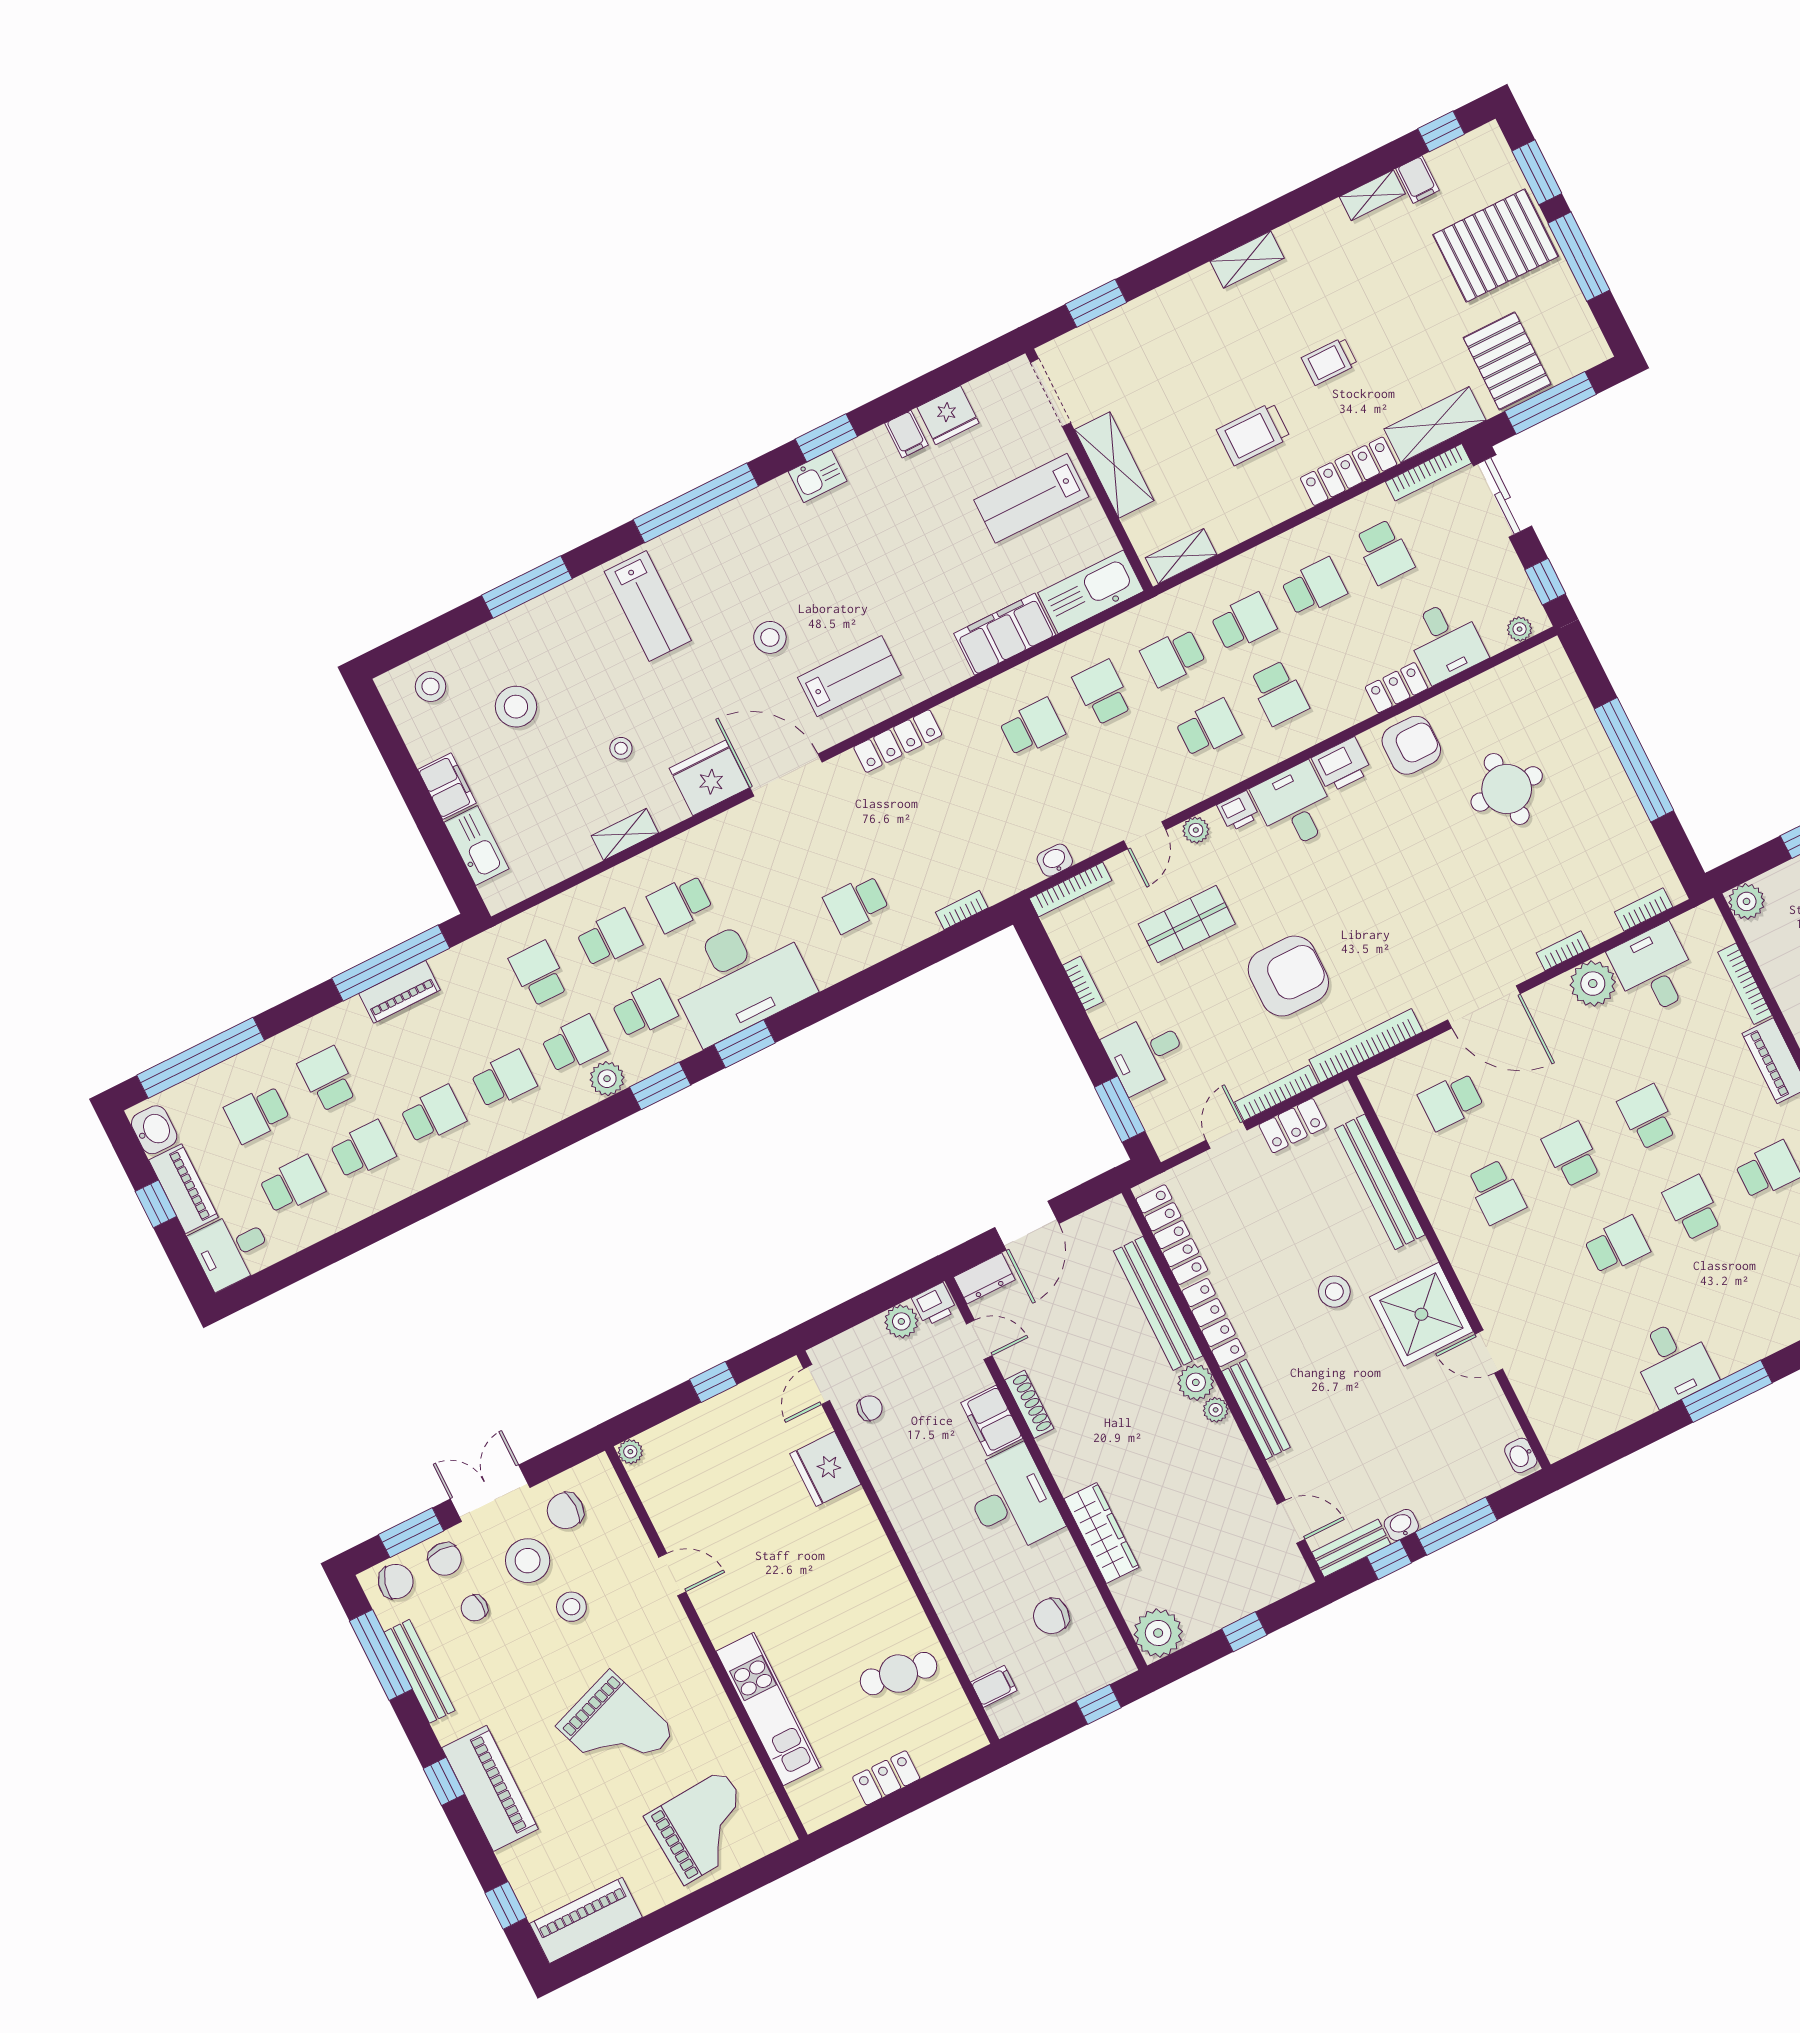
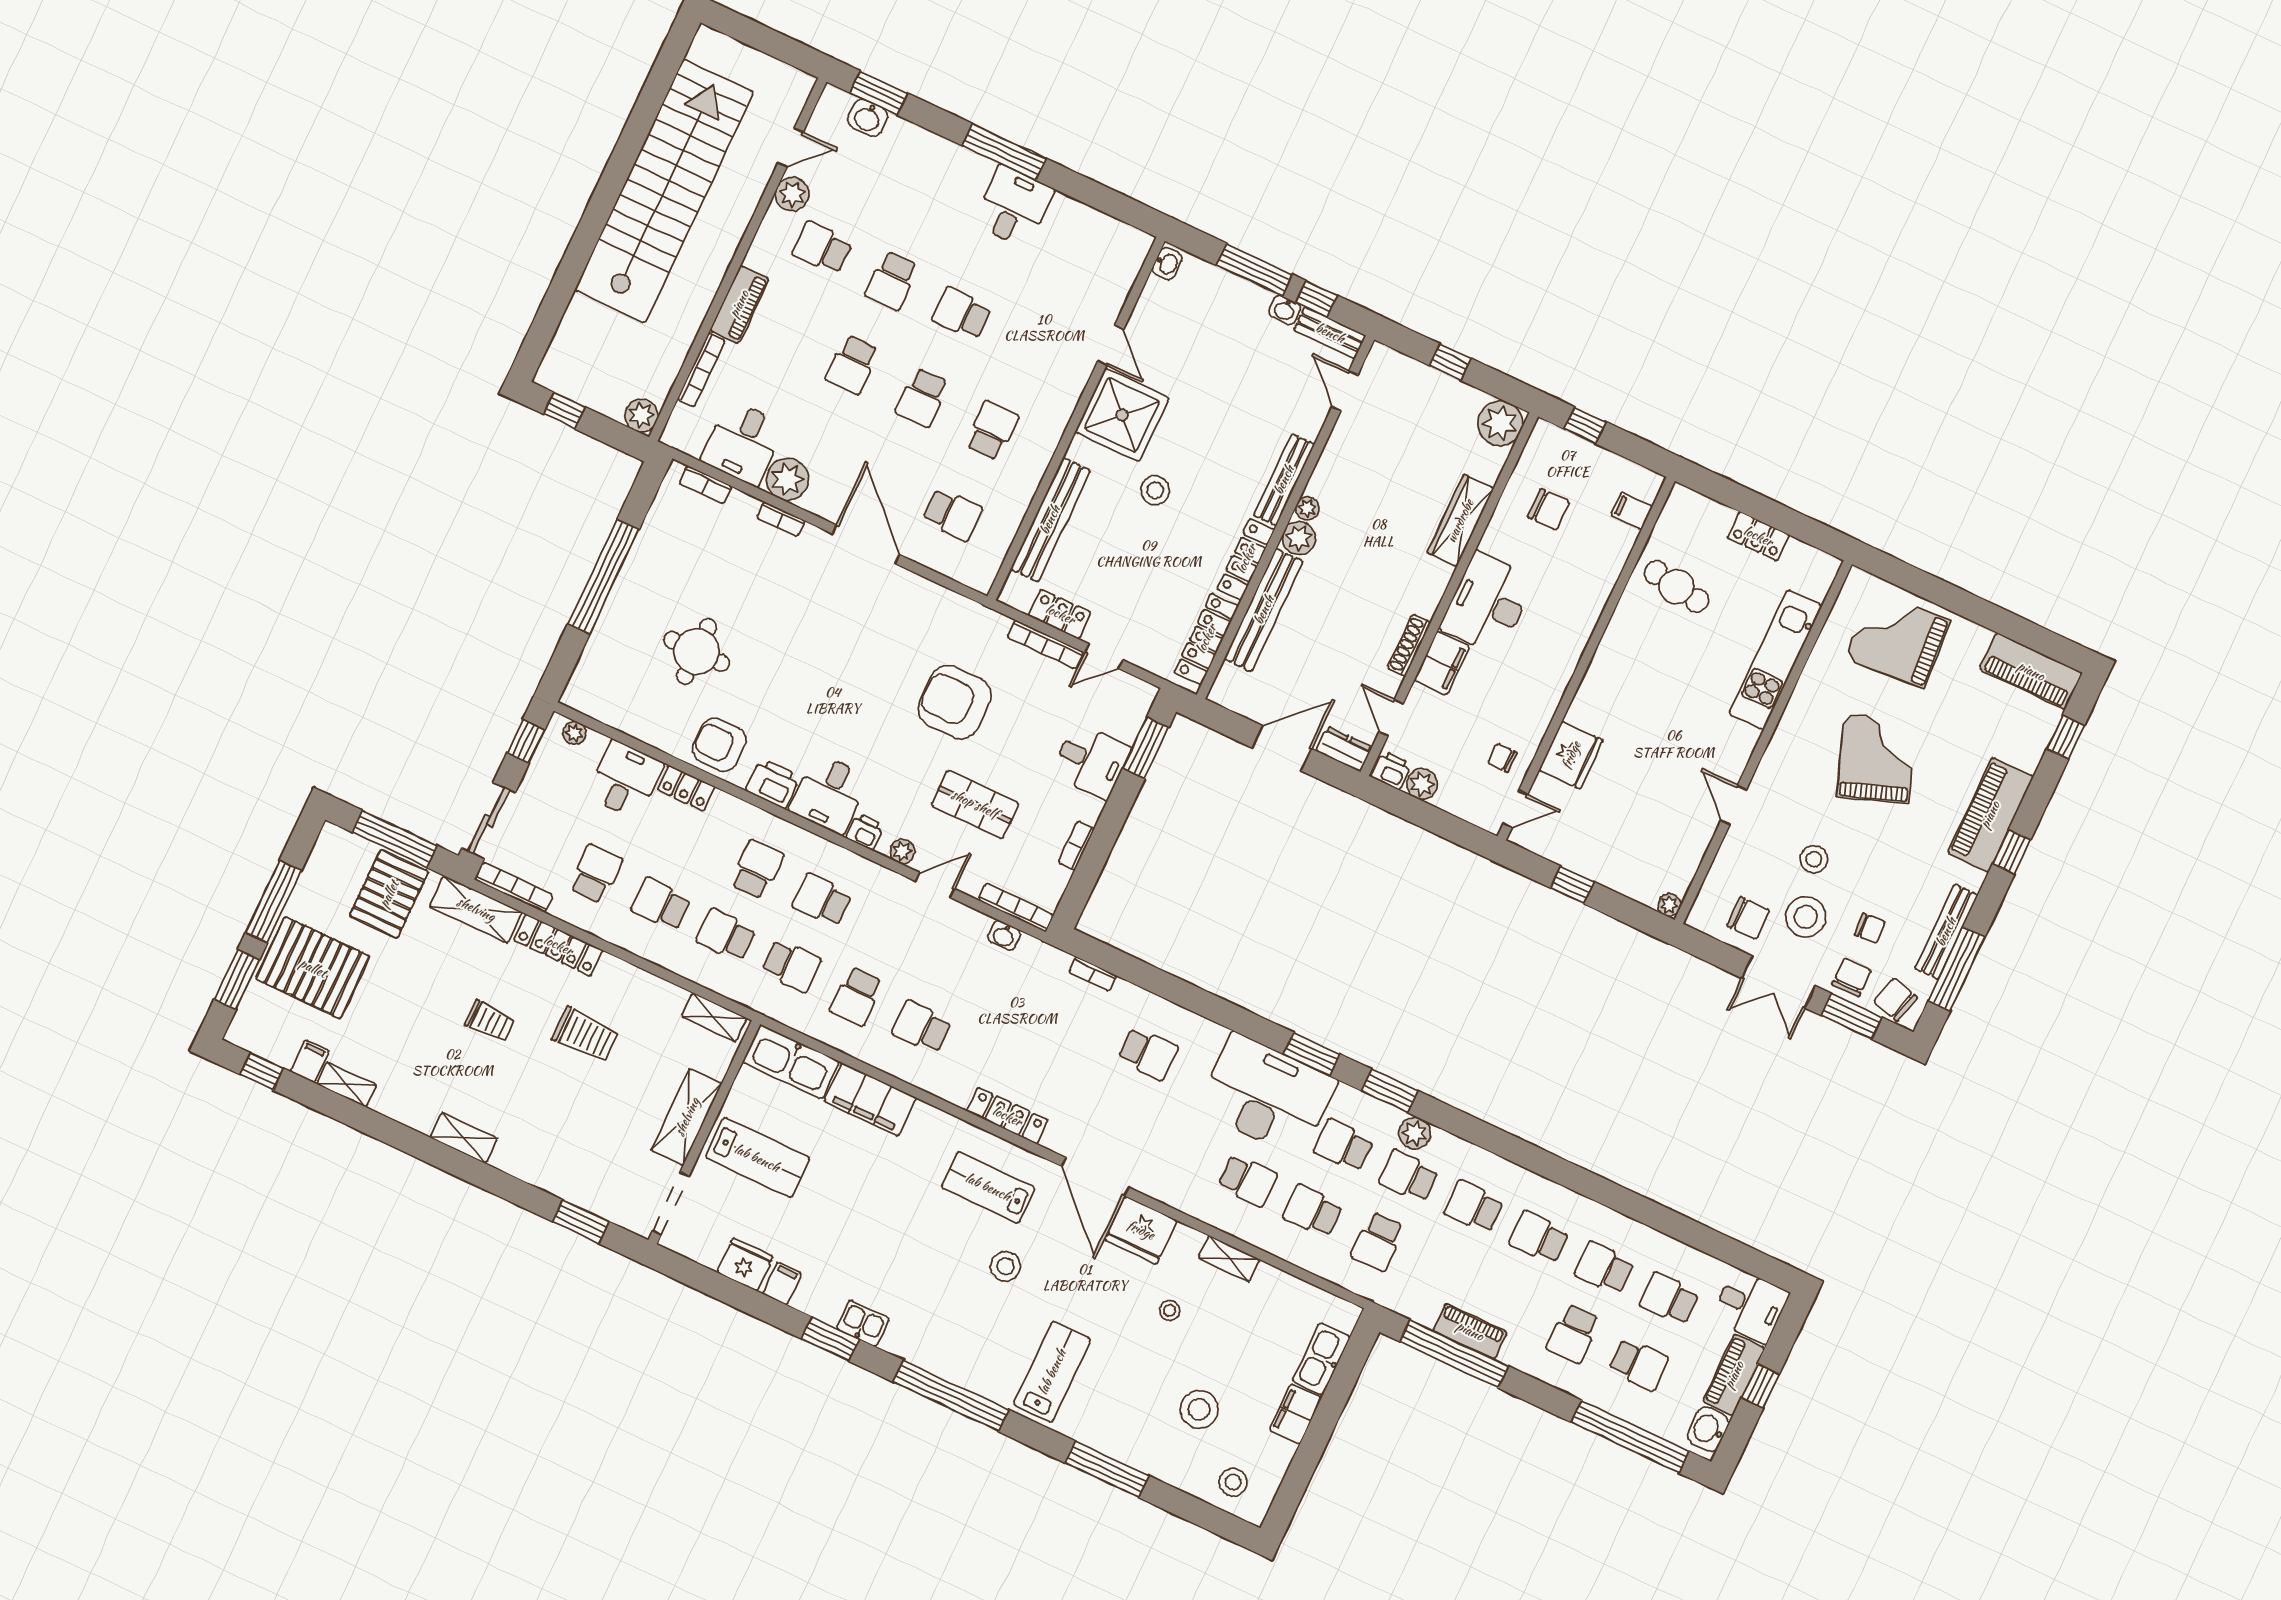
bookcase: (1366, 1046) -> (961, 607), removed

